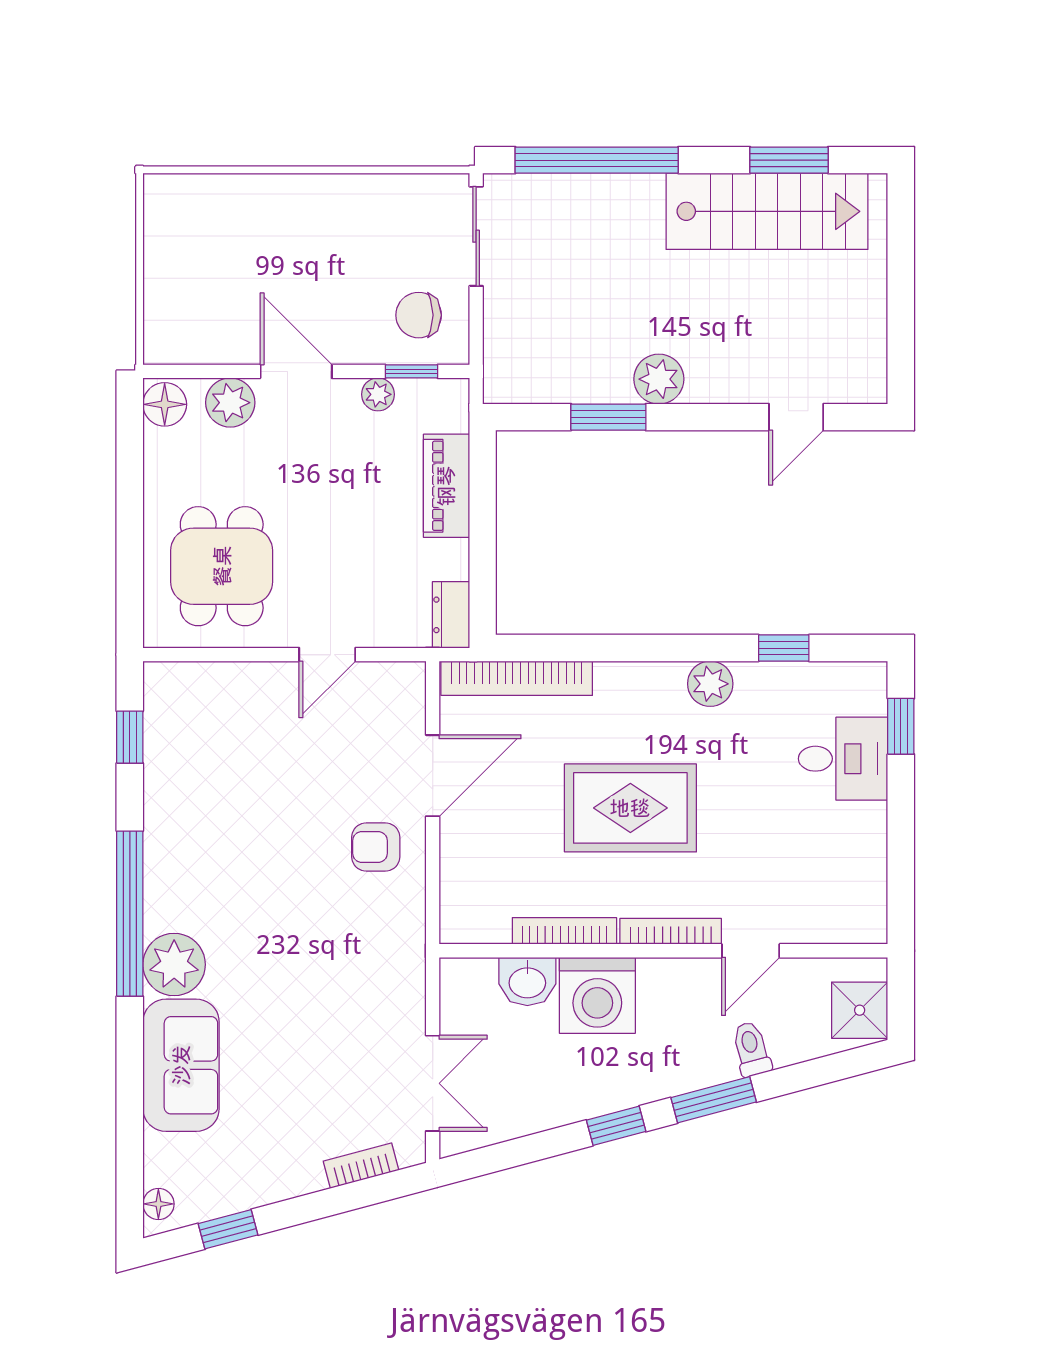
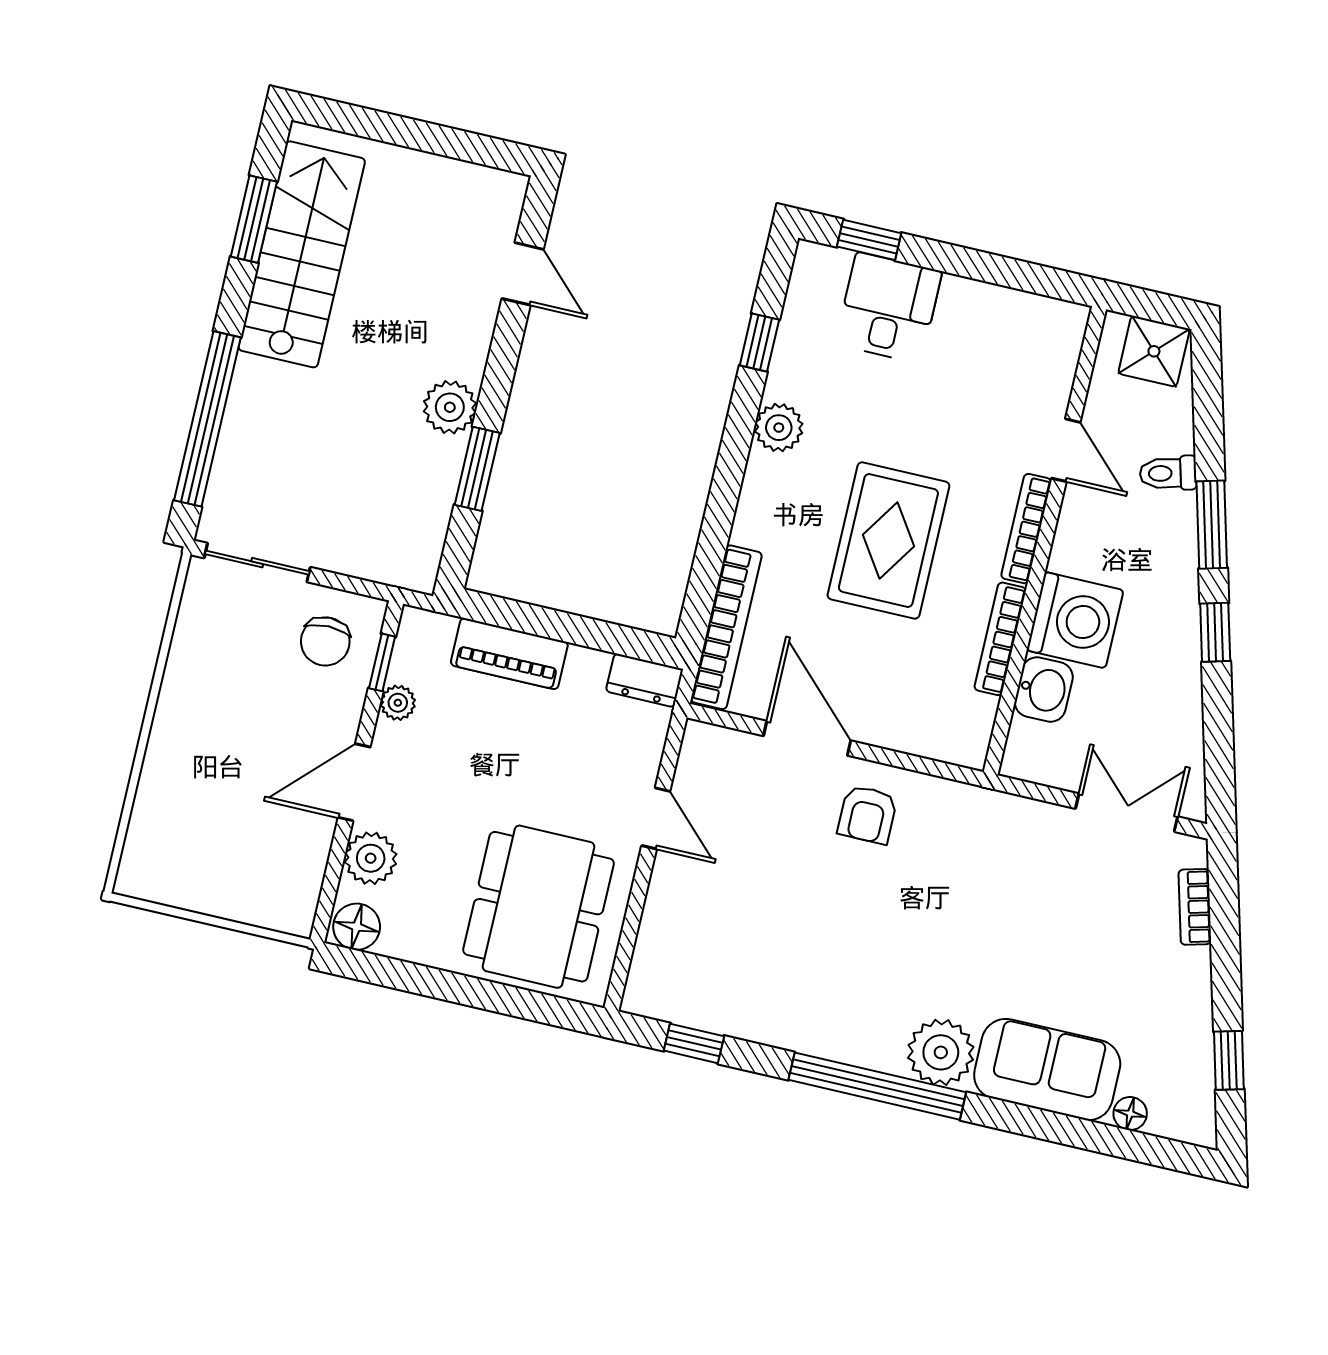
dining table: (222, 566) -> (538, 907), width x1.38
floor lamp: (158, 1204) -> (1130, 1114), moved

